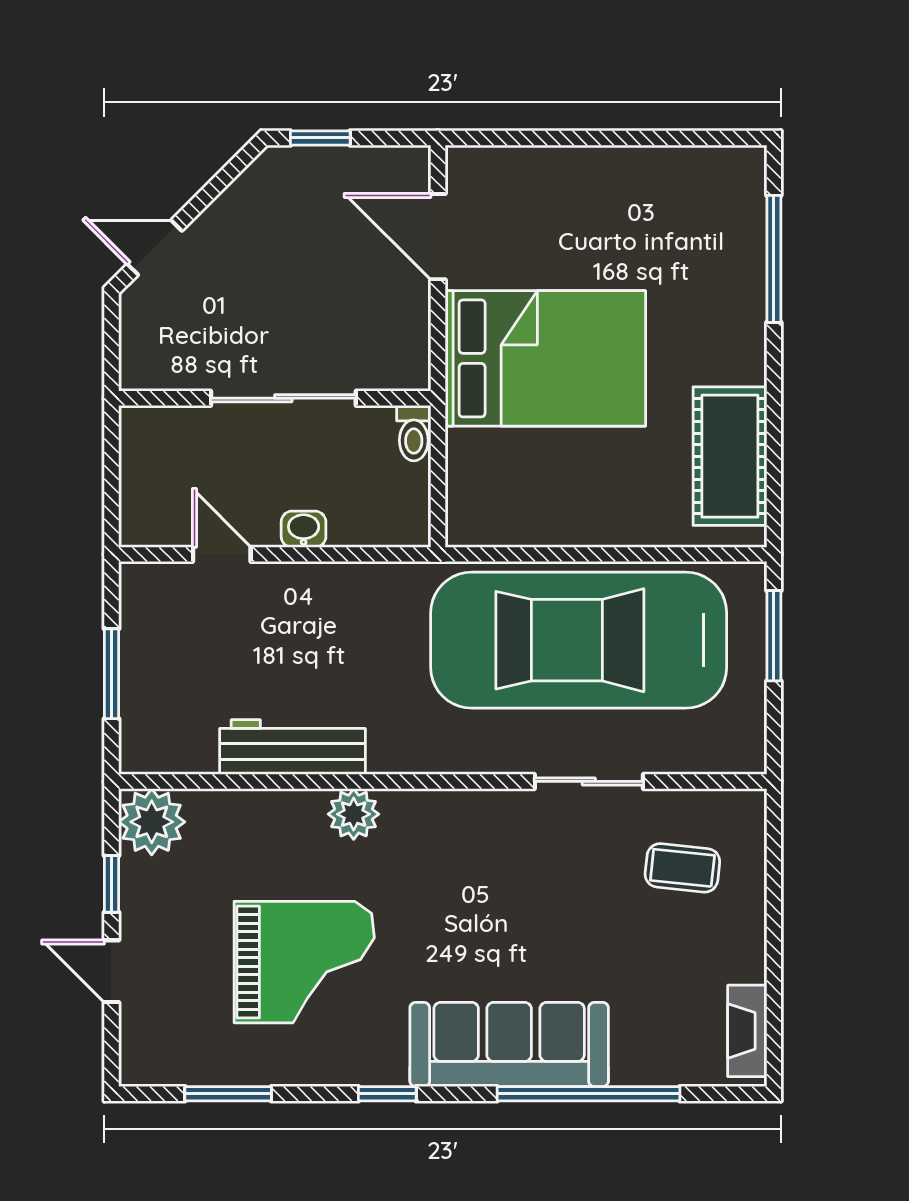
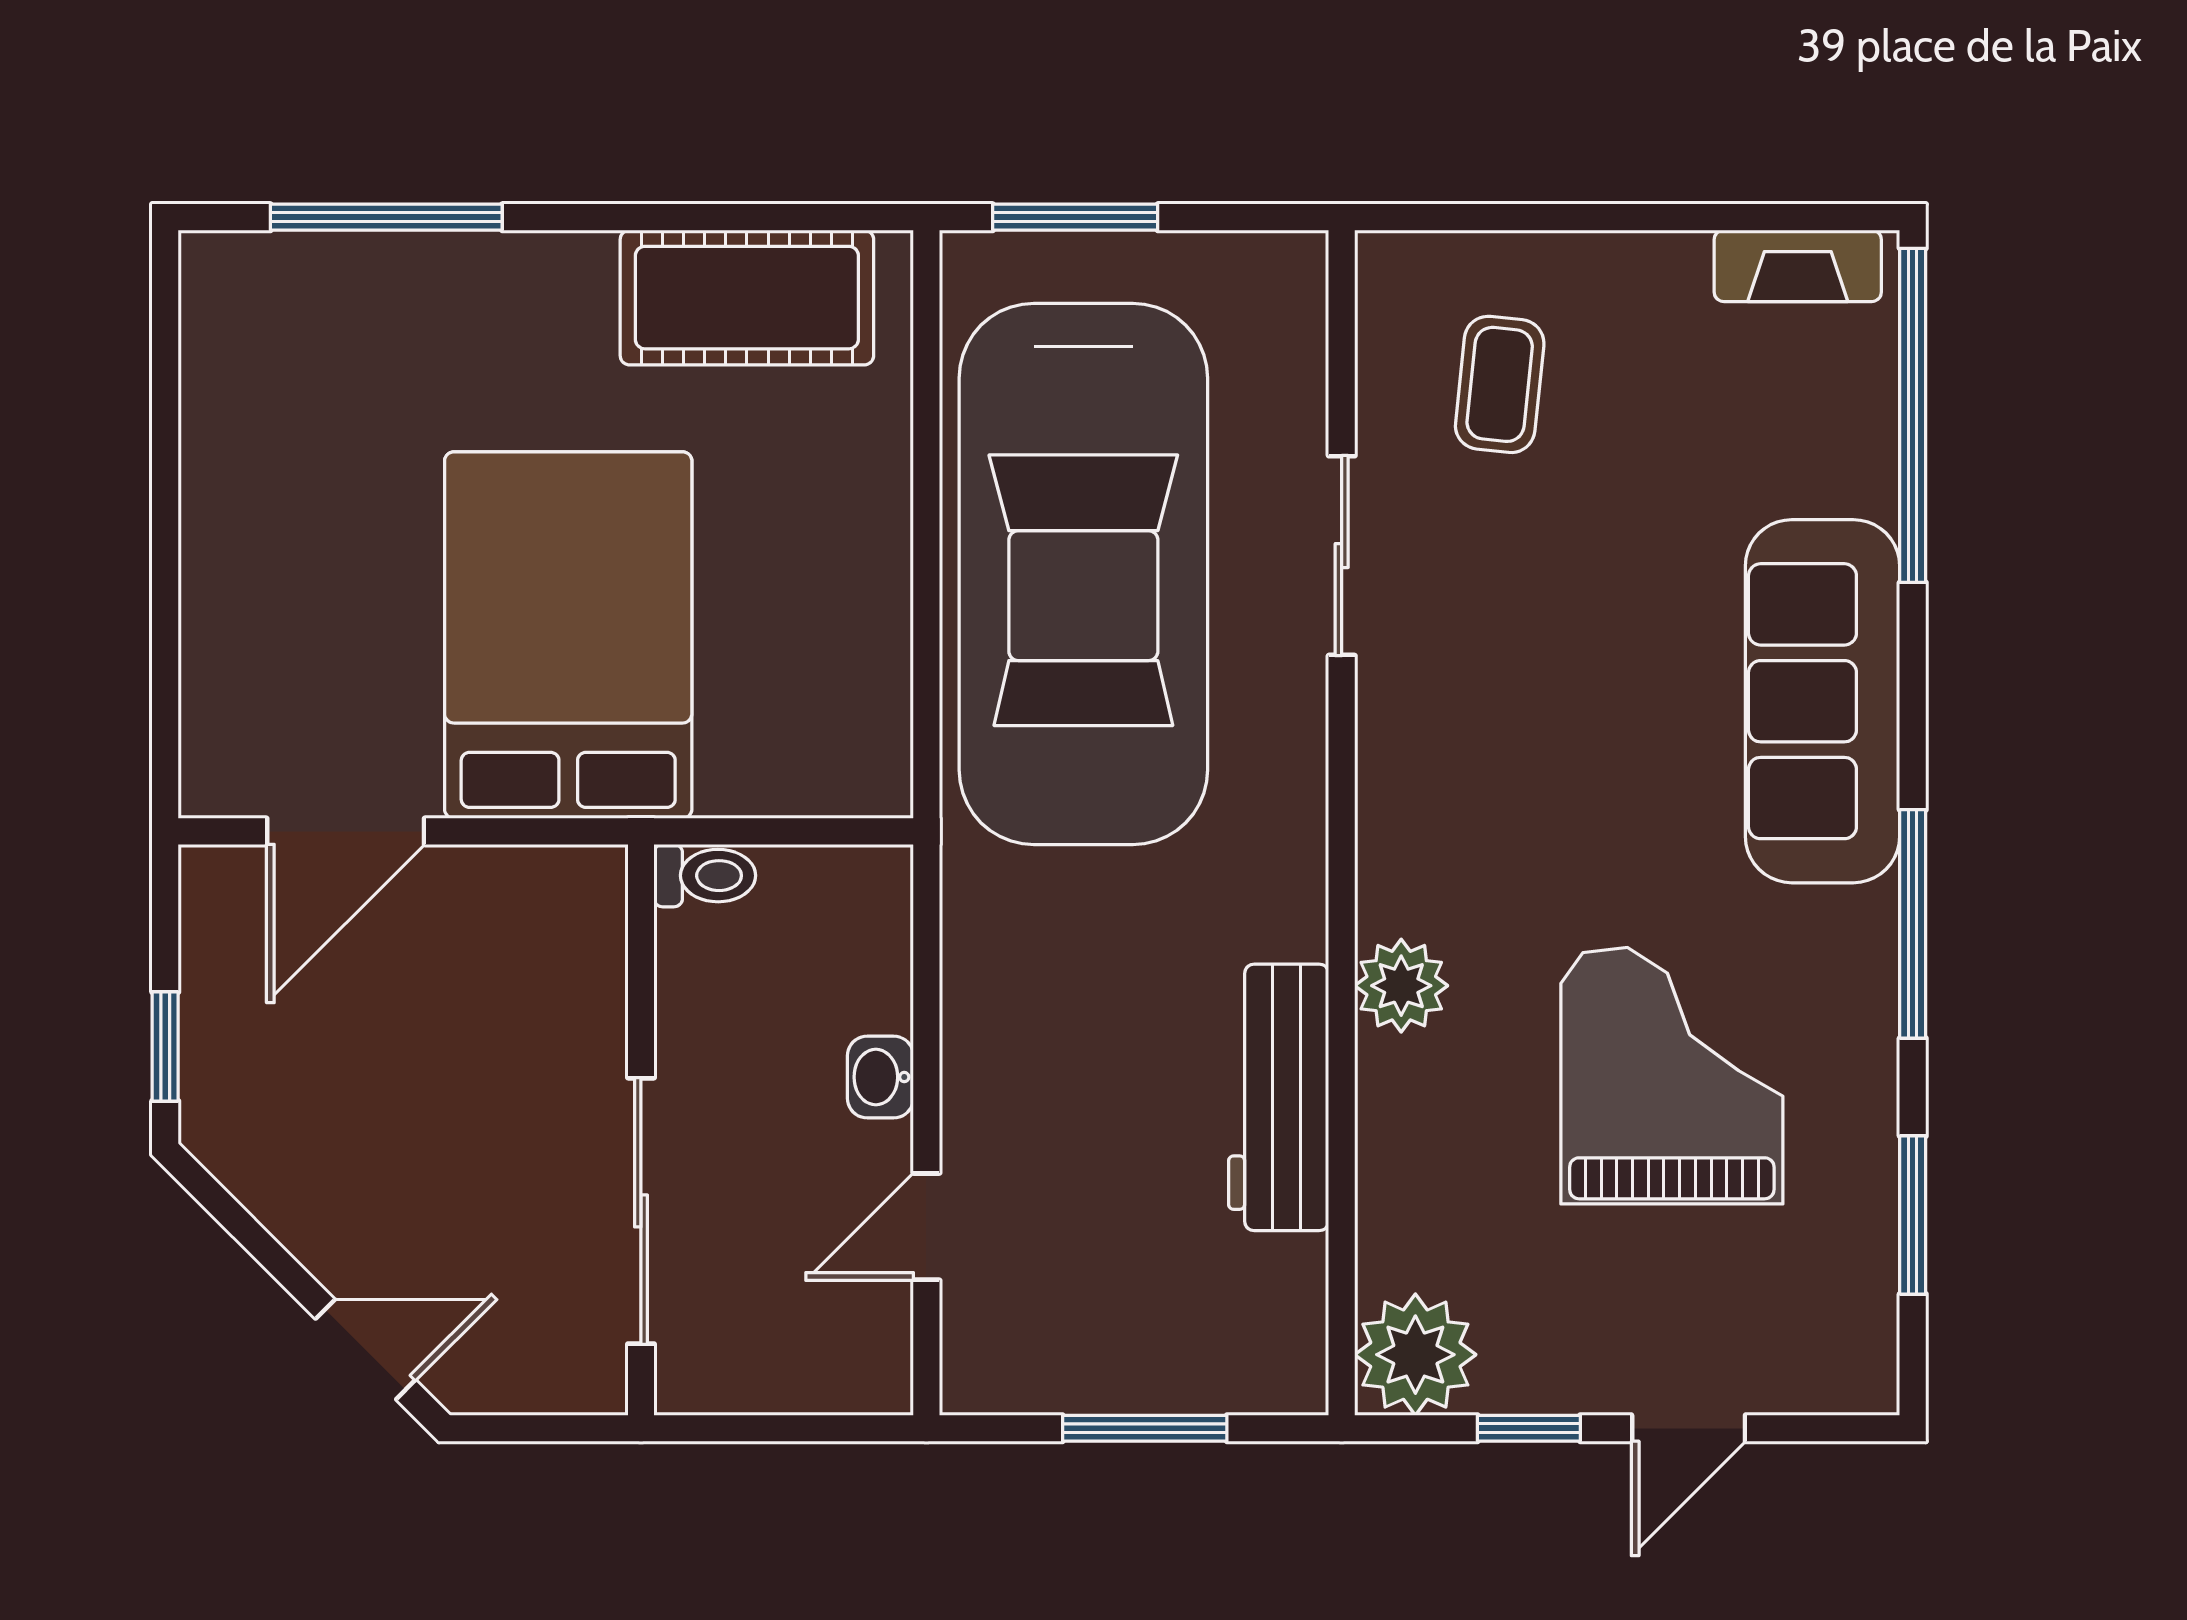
door: (155, 248) -> (365, 1349), swing flipped
sliding door: (283, 398) -> (641, 1211), moved
window: (387, 1094) -> (1913, 924), width x2.17
window: (589, 1094) -> (1913, 415), moved

